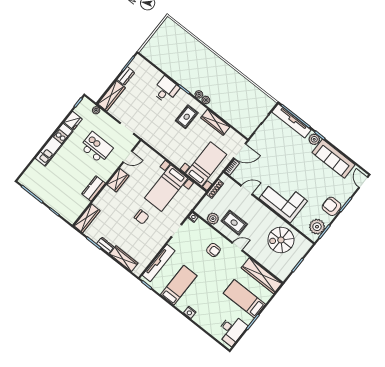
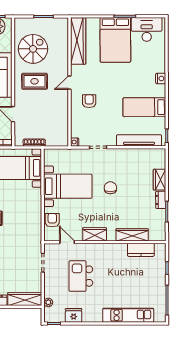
kitchen unit: (54, 145) -> (128, 315), moved
armchair: (151, 159) -> (52, 220), added
kitchen counter: (93, 189) -> (141, 250), moved
wardrobe: (87, 218) -> (132, 235), moved
plant: (213, 219) -> (62, 124), removed
rug: (234, 223) -> (35, 81), moved, turned 90
spiral stairs: (281, 240) -> (33, 49), turned -90
door: (237, 247) -> (69, 83), hinge flipped
wardrobe: (124, 259) -> (160, 180), width x0.67
bed: (244, 299) -> (115, 40), width x1.50

